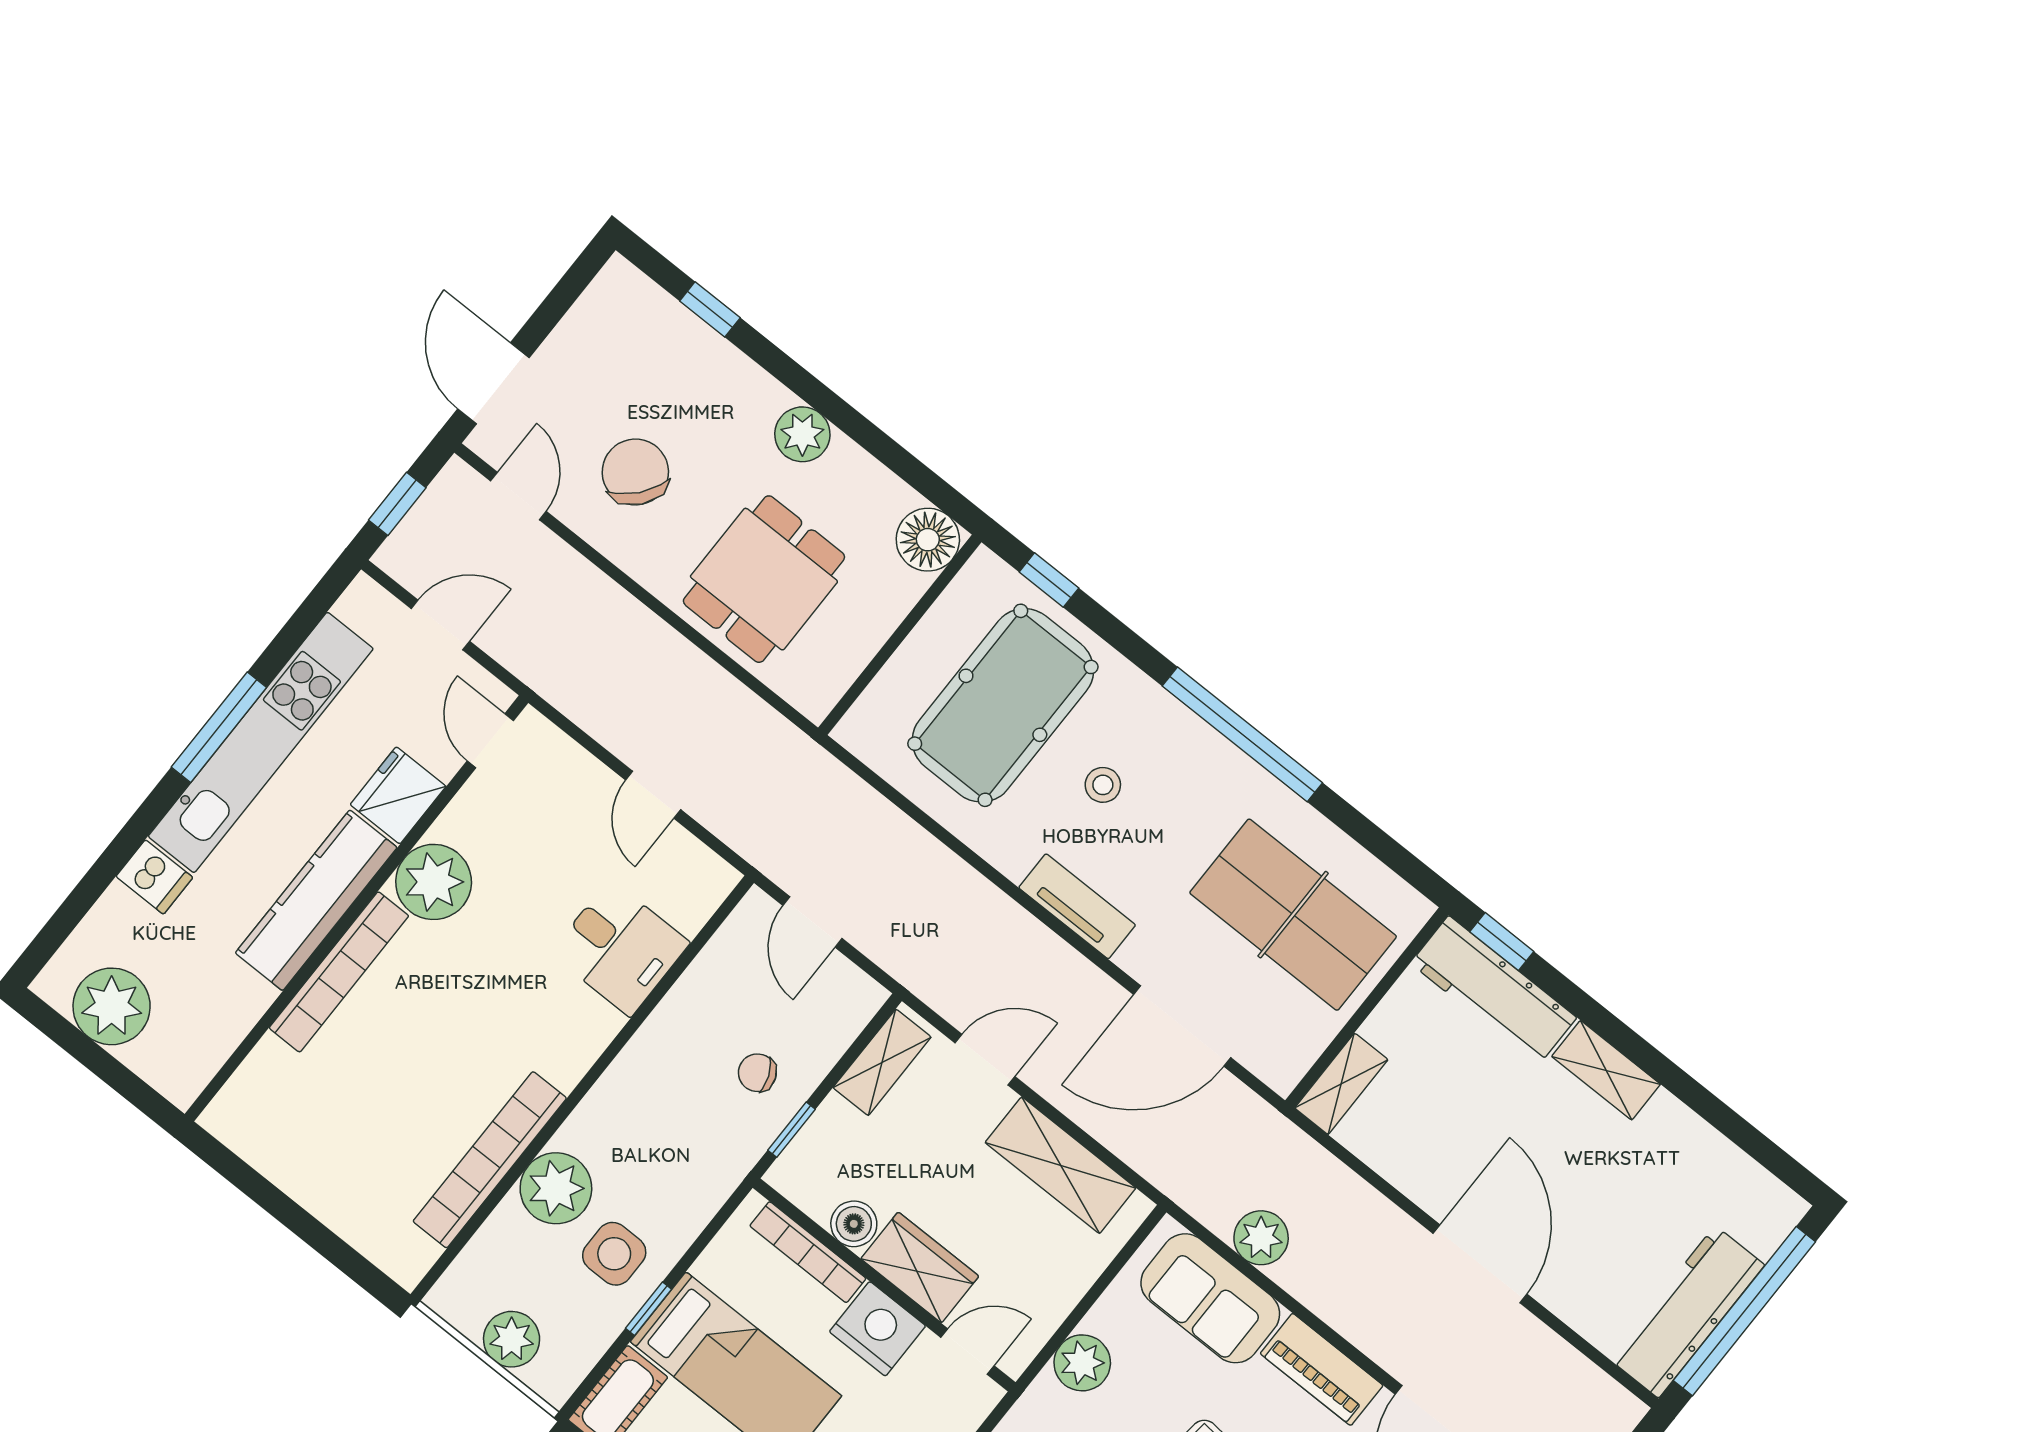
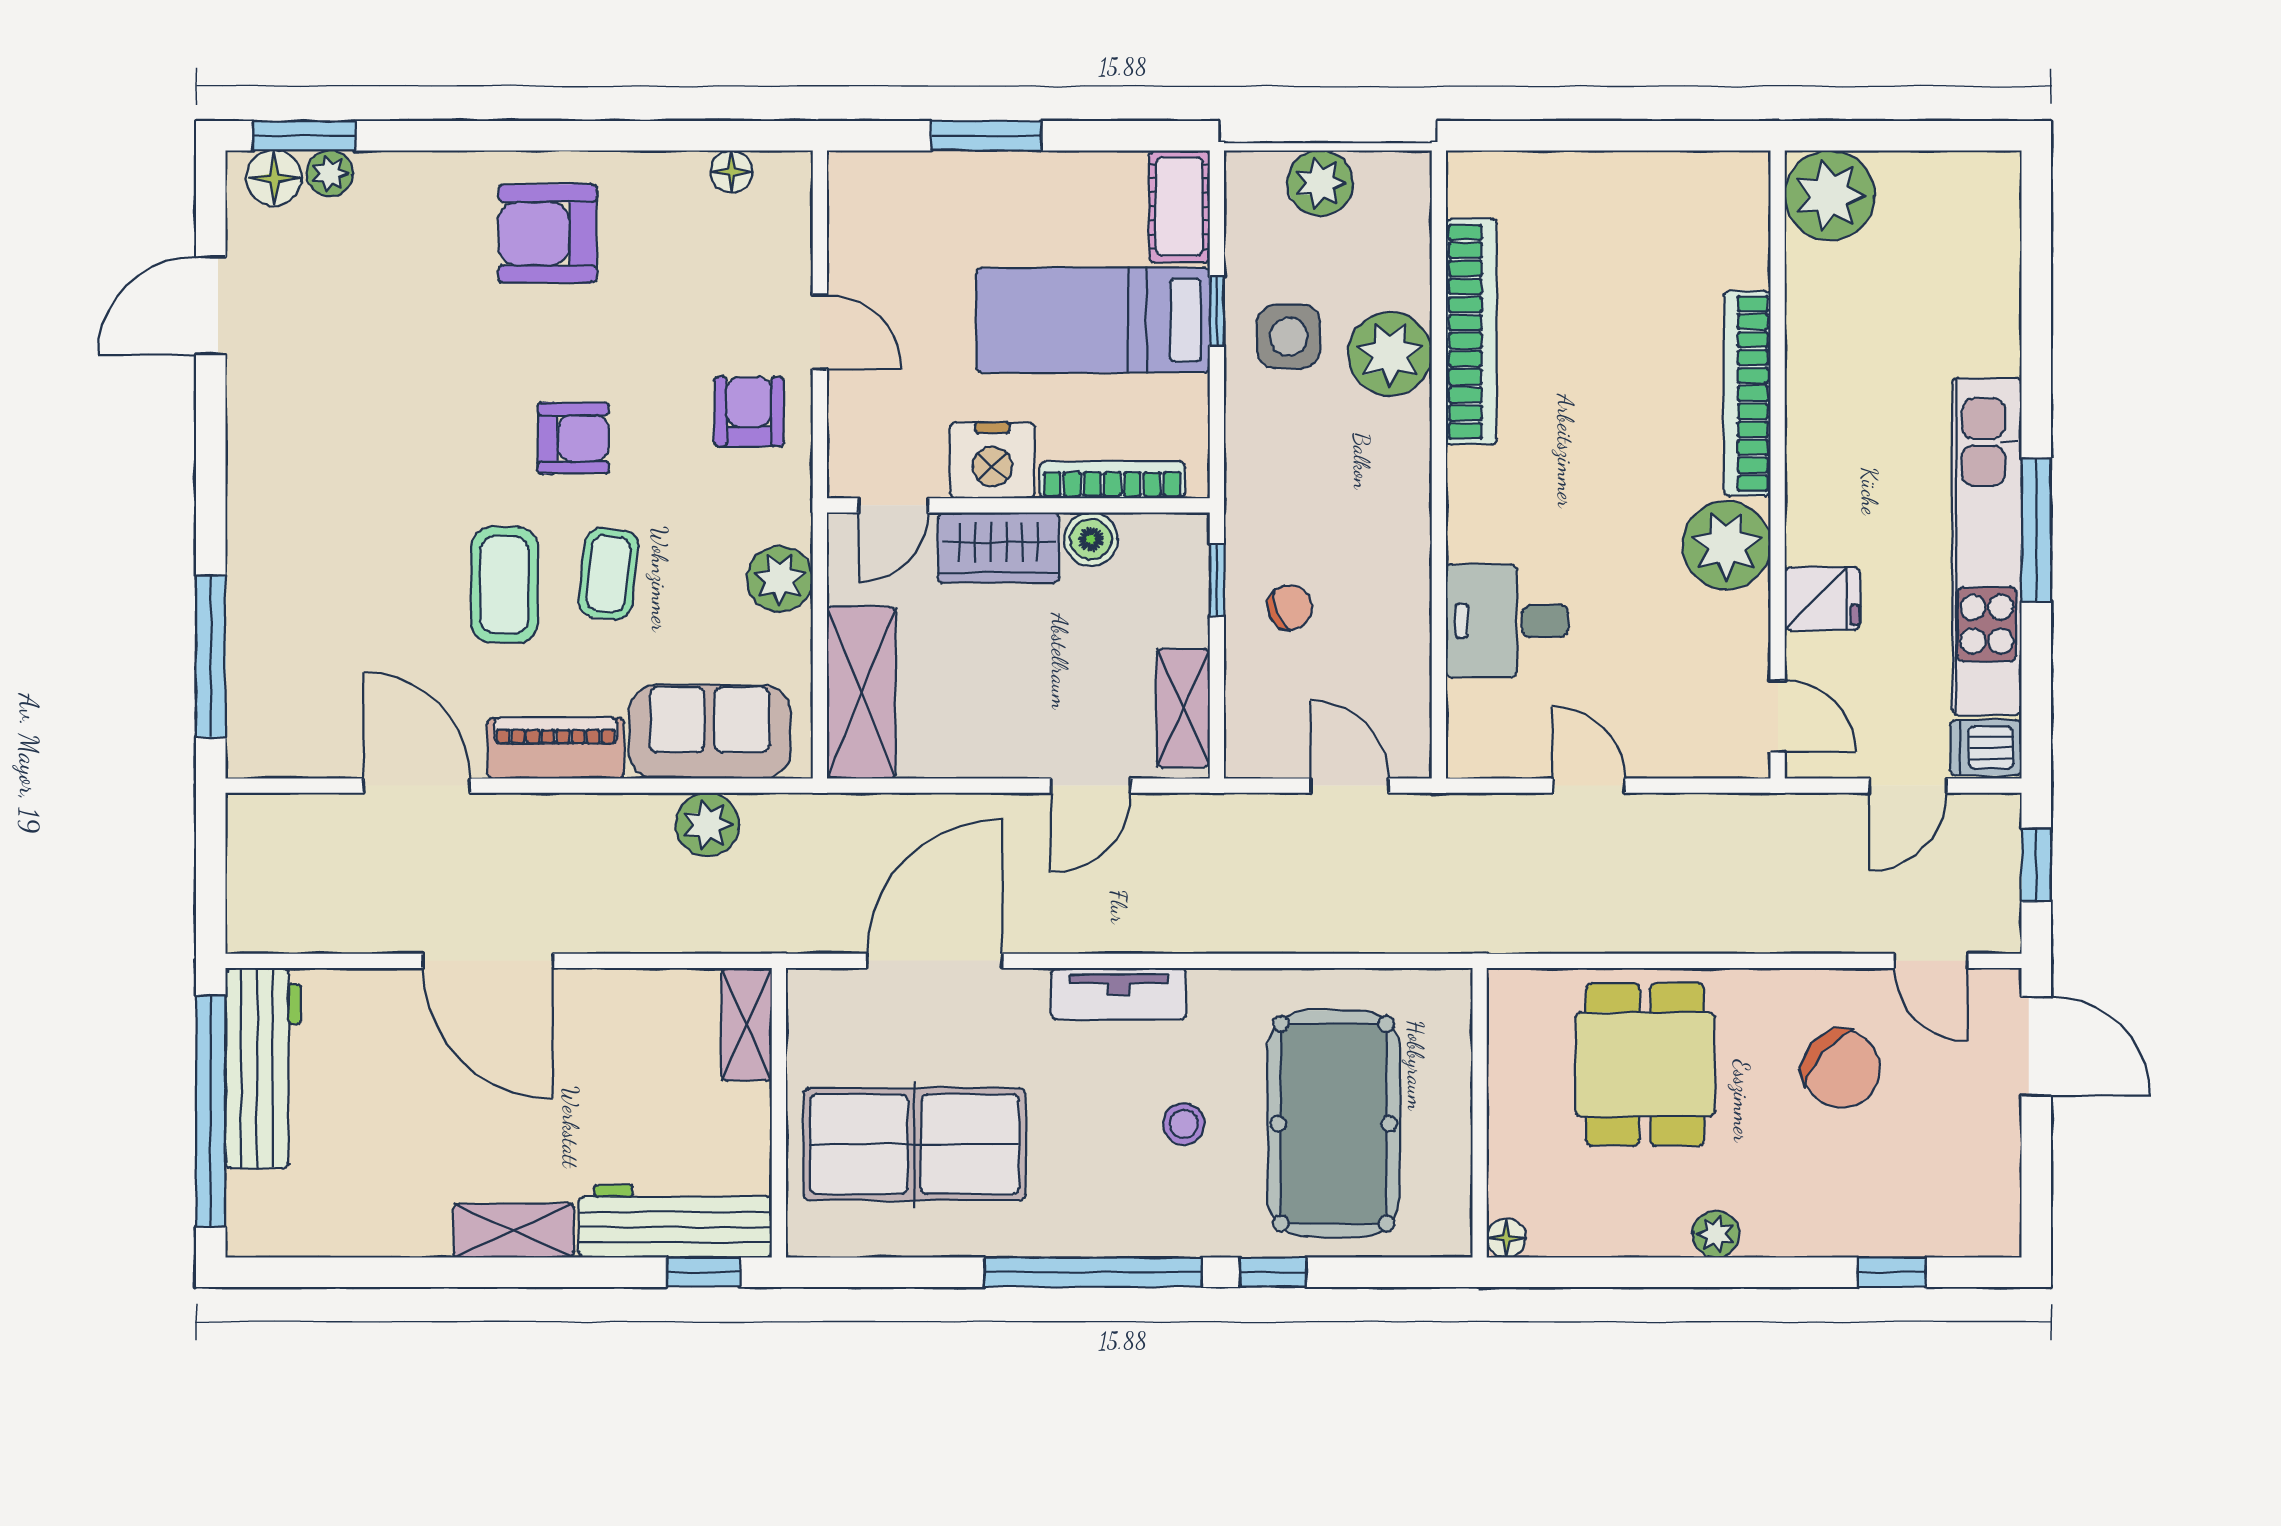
plant: (802, 434) -> (1716, 1234), width x0.73, depth x0.73
floor lamp: (928, 540) -> (1506, 1238), width x0.53, depth x0.53
window: (1049, 580) -> (1273, 1272), moved
fridge: (398, 795) -> (1822, 599), width x0.72
dishwasher: (154, 877) -> (1986, 748), moved
kitchen counter: (316, 900) -> (1820, 442), removed
plant: (112, 1006) -> (1830, 195), moved
shelving: (1061, 1165) -> (861, 693), moved, turned 90

